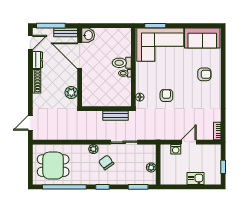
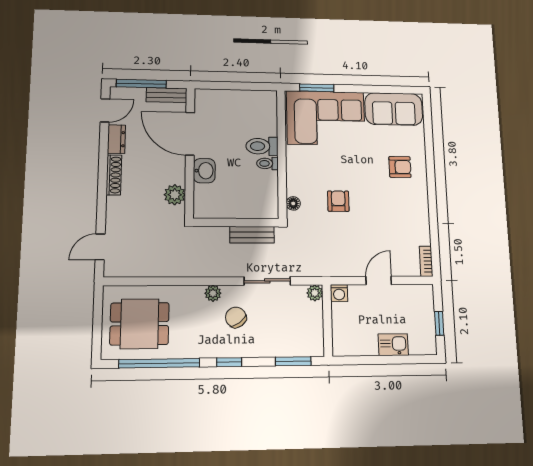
washbasin: (88, 35) -> (204, 171), moved
washing machine: (176, 149) -> (339, 293), moved
plant: (151, 167) -> (315, 293), moved

